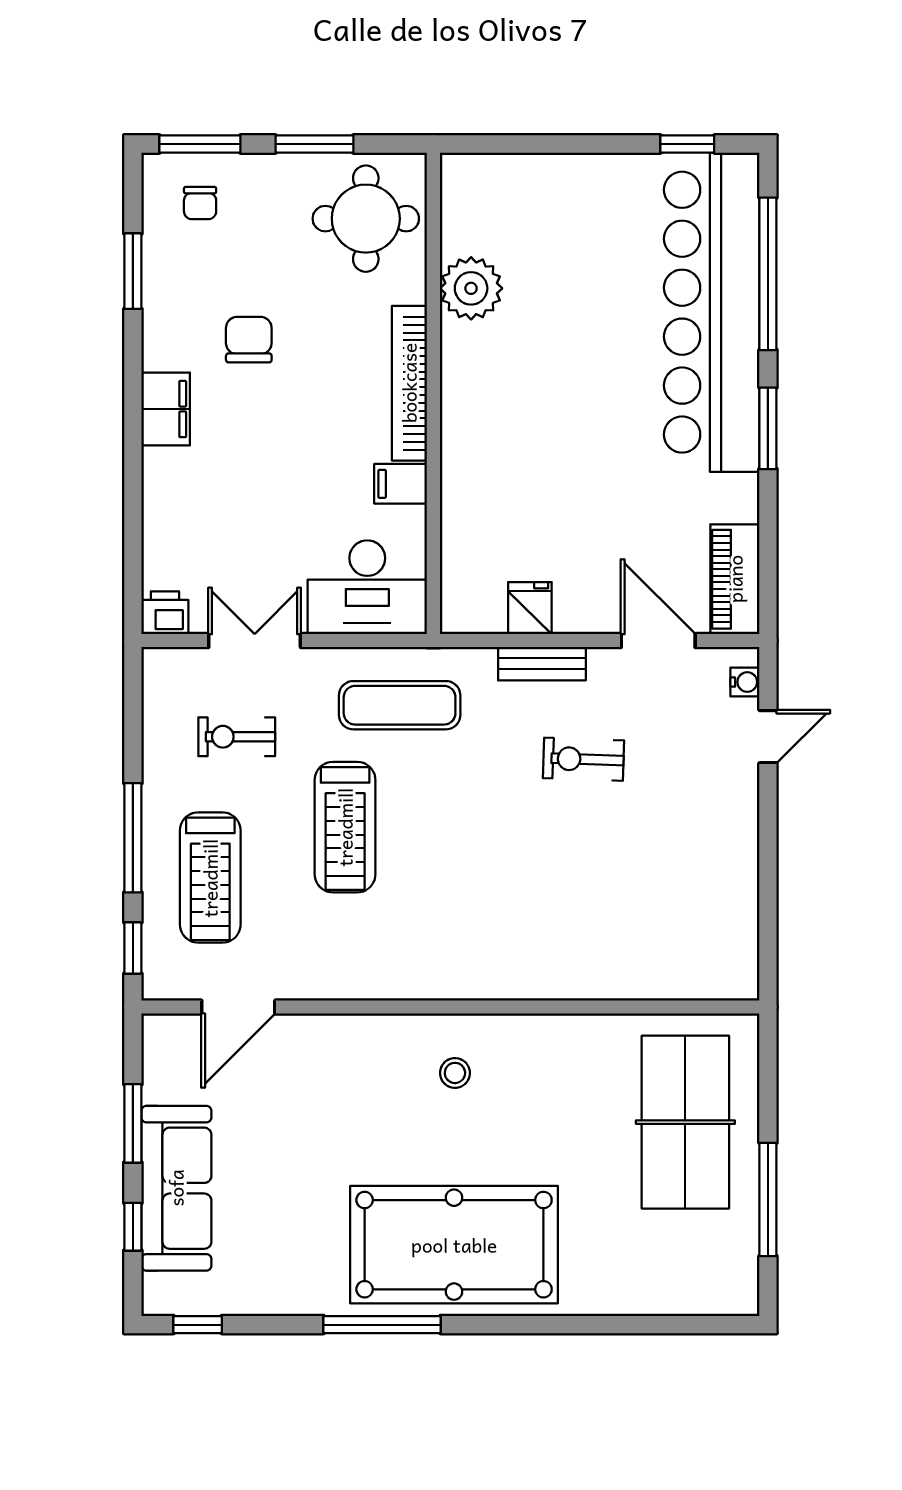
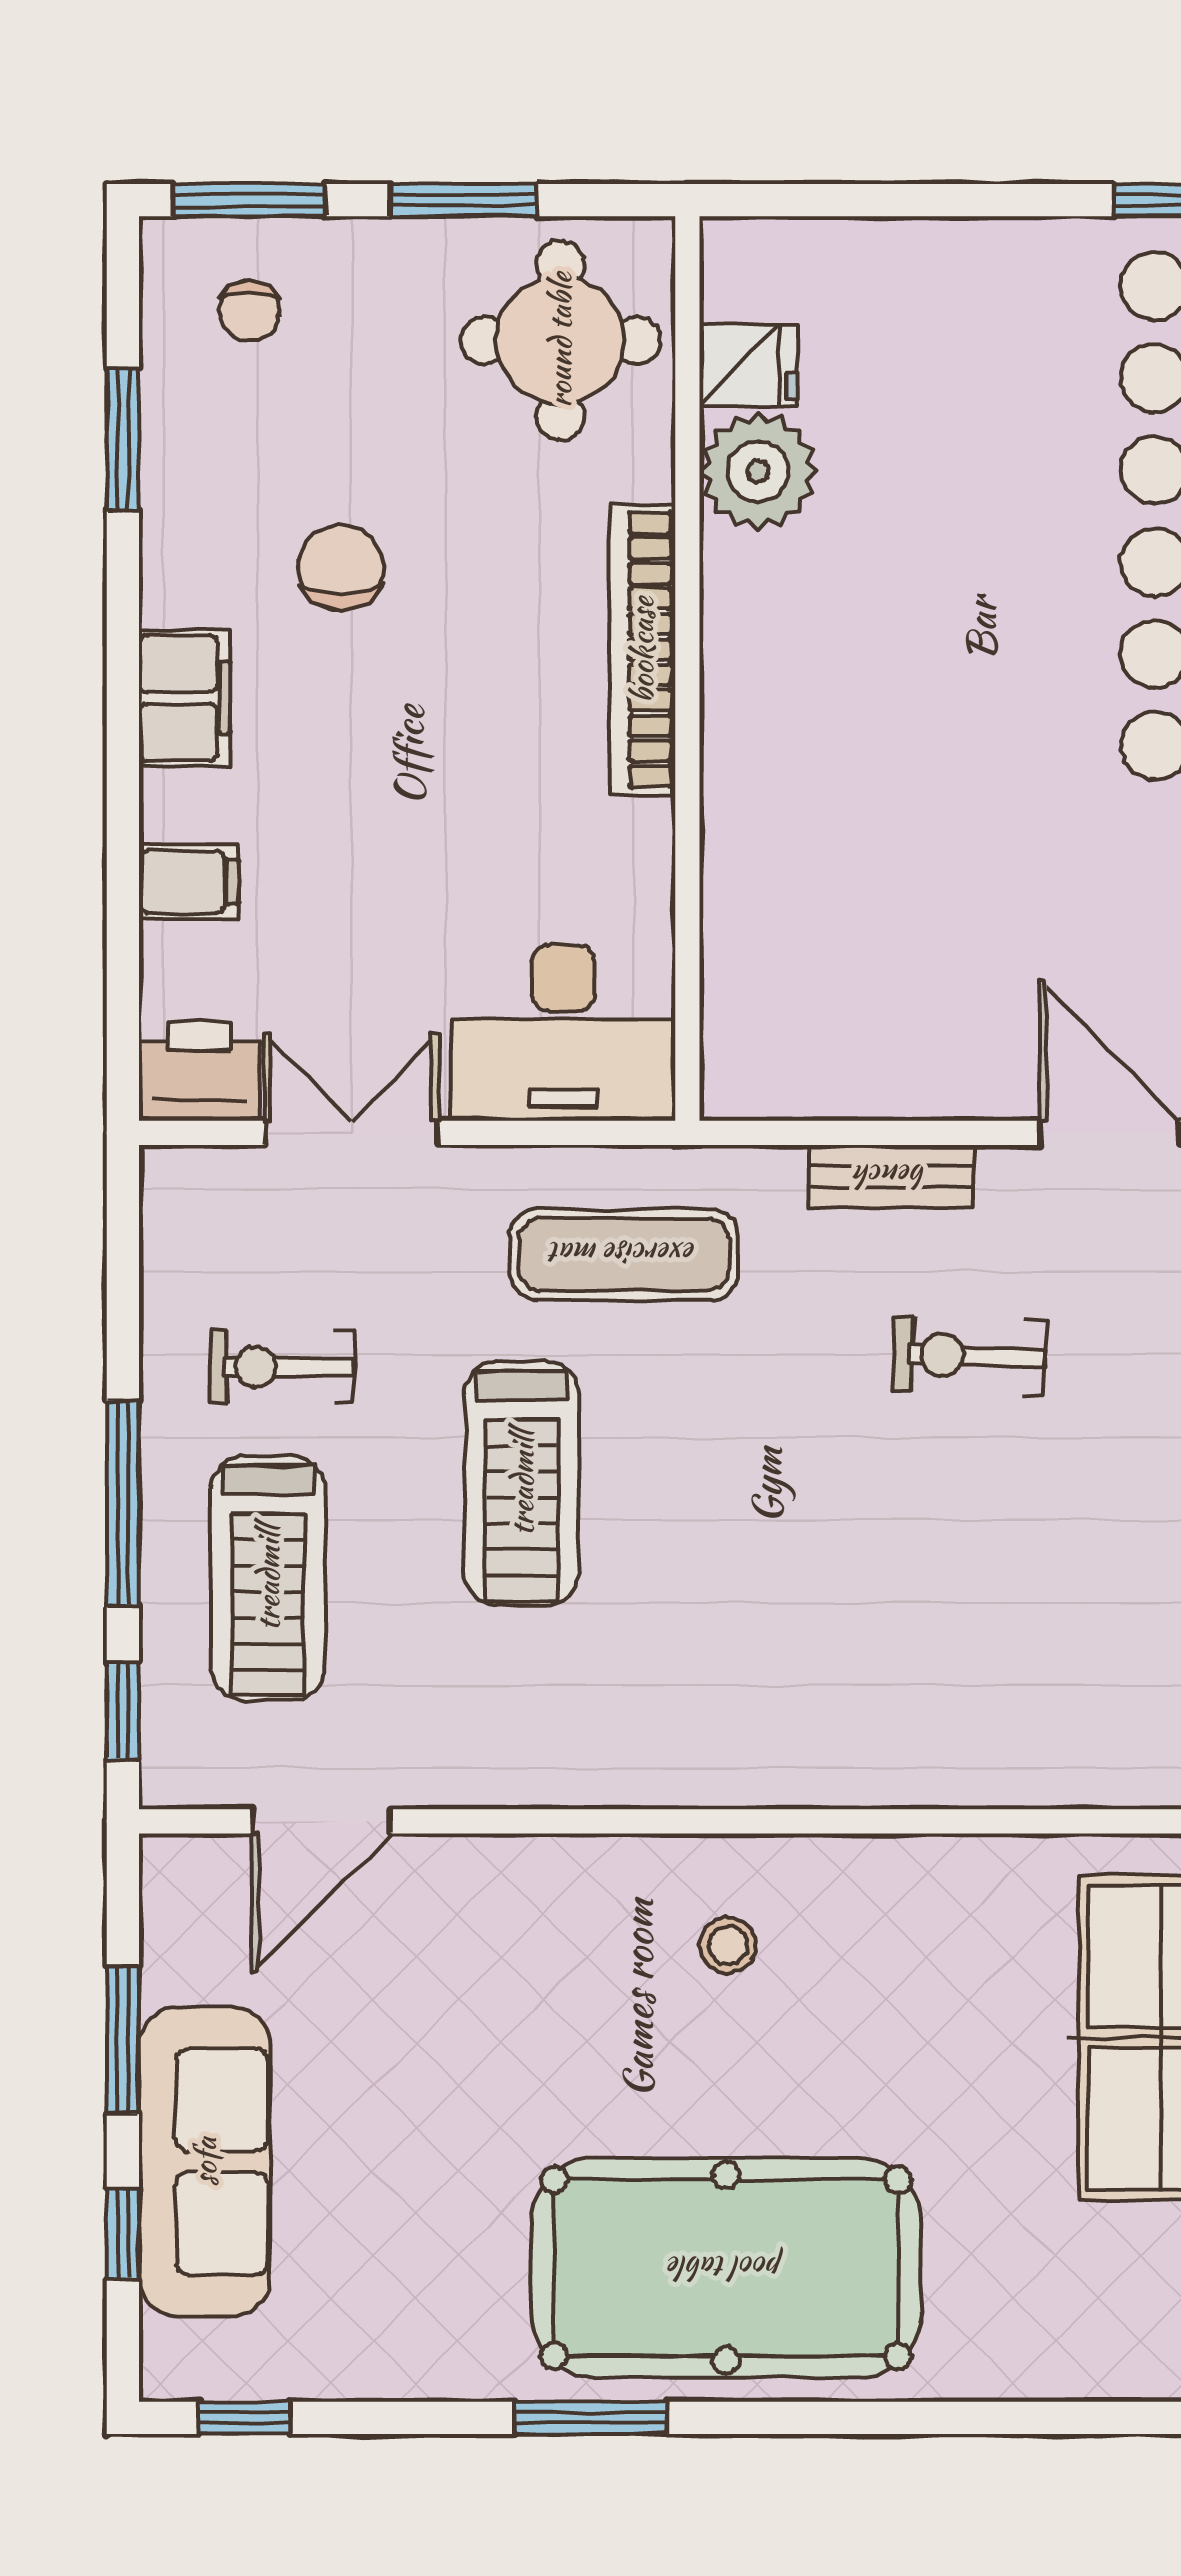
filing cabinet: (401, 484) -> (189, 882), moved, turned 180
fridge: (530, 608) -> (748, 365), moved, turned 90
printer: (165, 613) -> (199, 1071), width x1.36, depth x1.24
exercise bike: (237, 737) -> (282, 1367), moved
window: (382, 1325) -> (591, 2418), width x0.69

